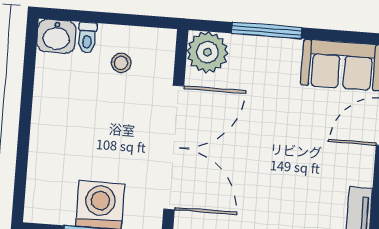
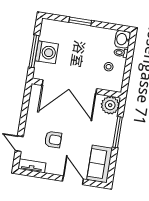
window: (24, 135) -> (80, 21), added
armchair: (295, 175) -> (53, 140), added

